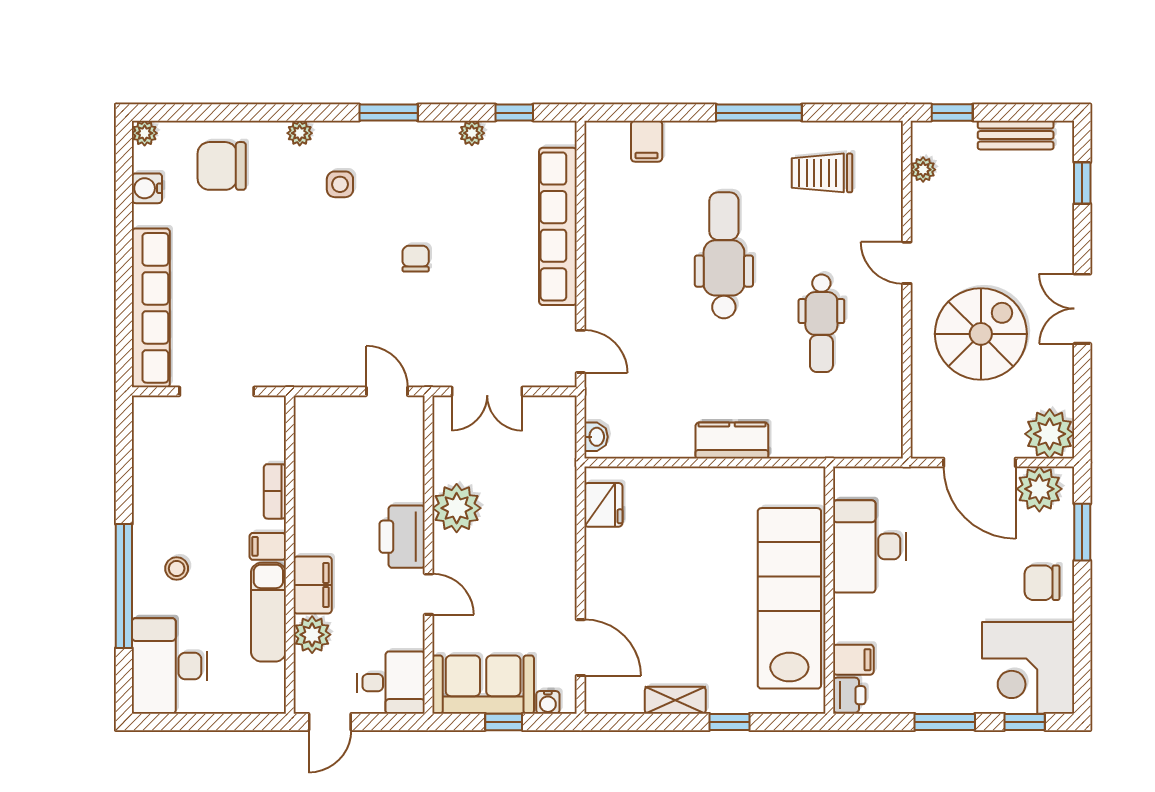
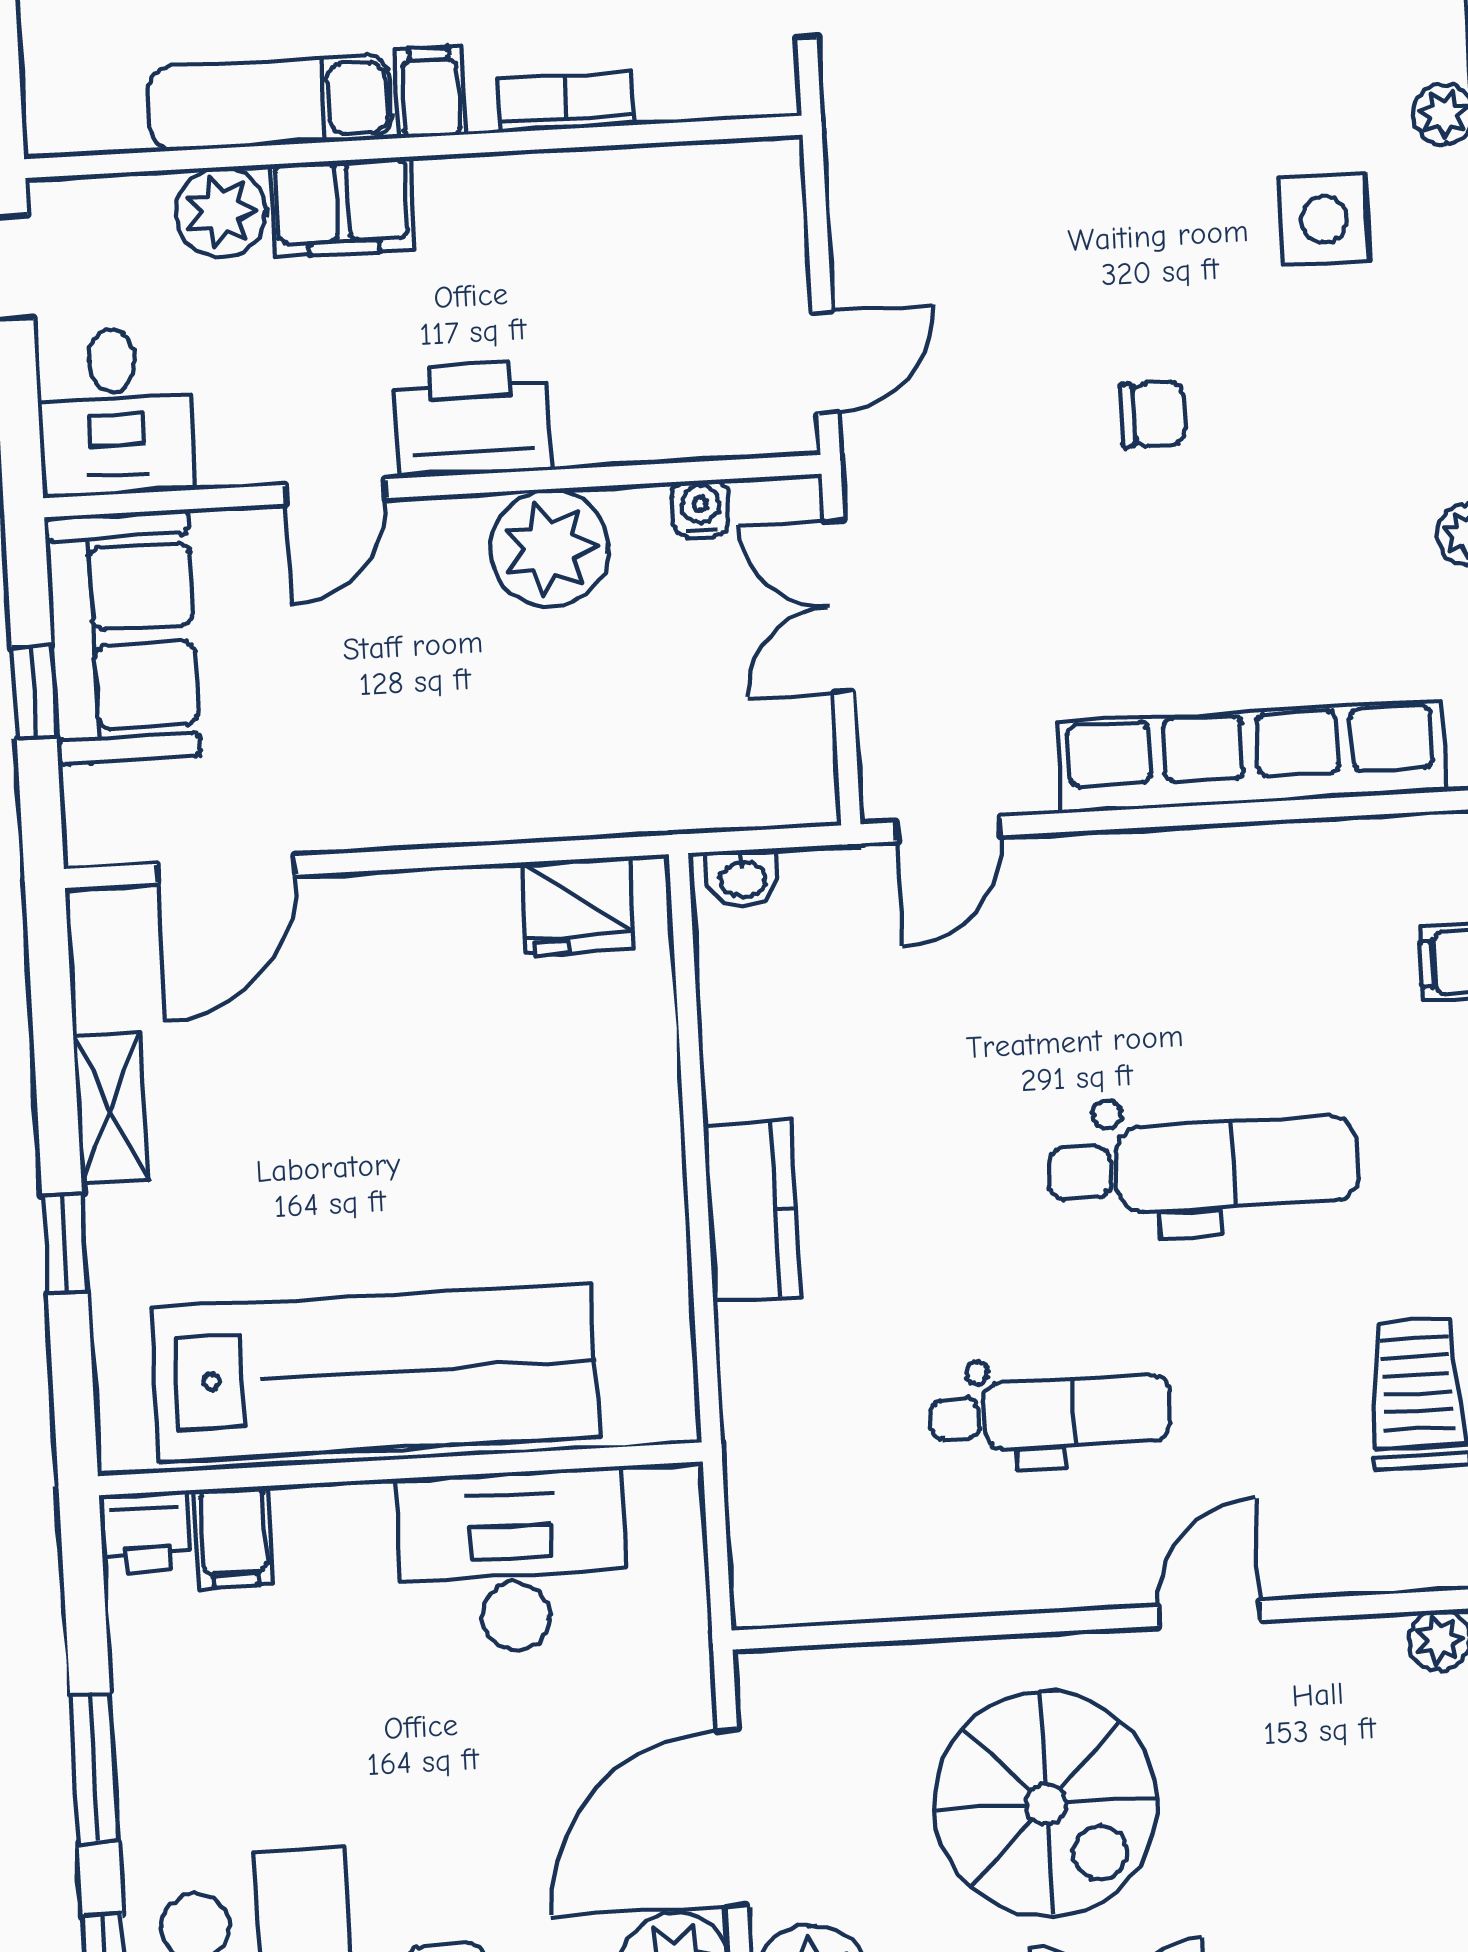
side table: (340, 184) -> (1324, 219), width x1.37, depth x1.37
dental chair: (821, 323) -> (1051, 1413), turned 180
water cooler: (548, 702) -> (700, 509), moved, turned 90

